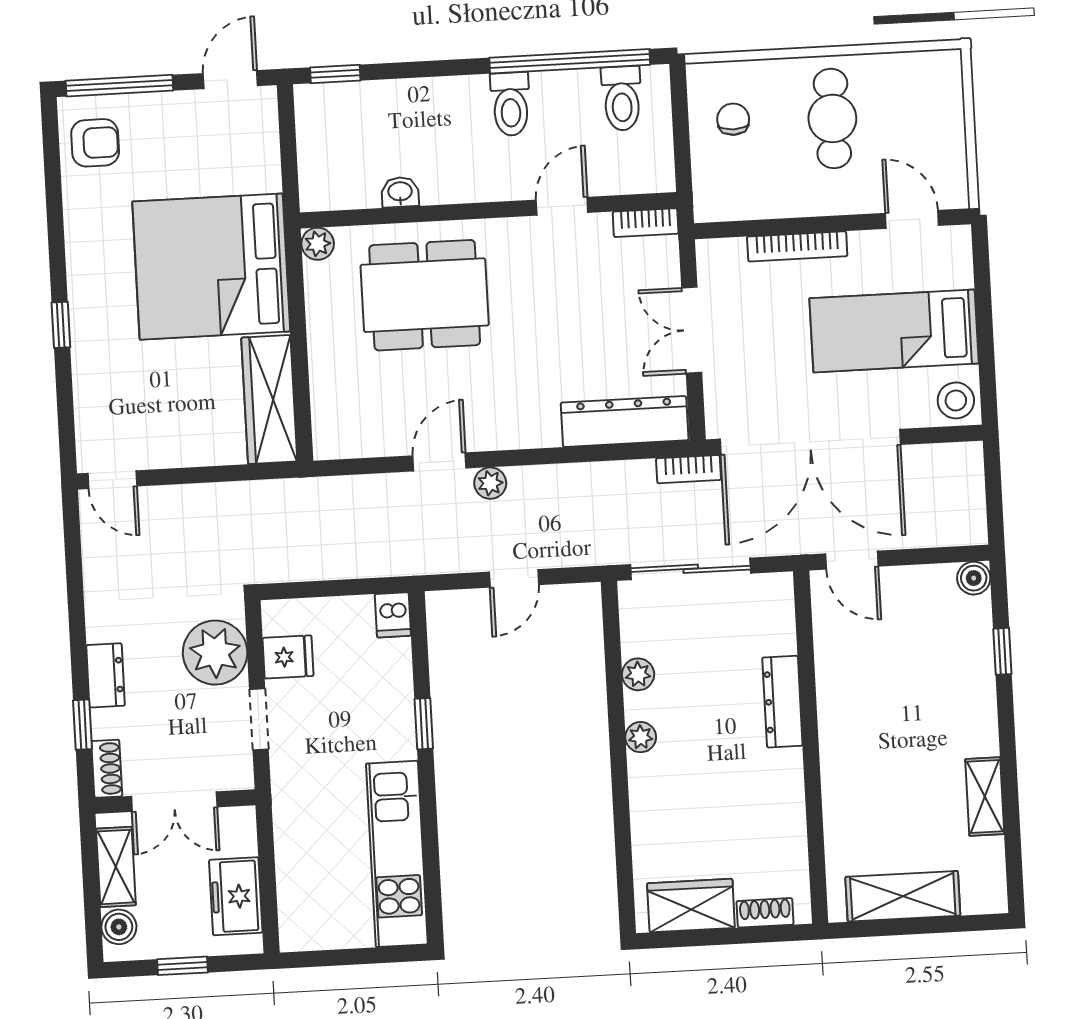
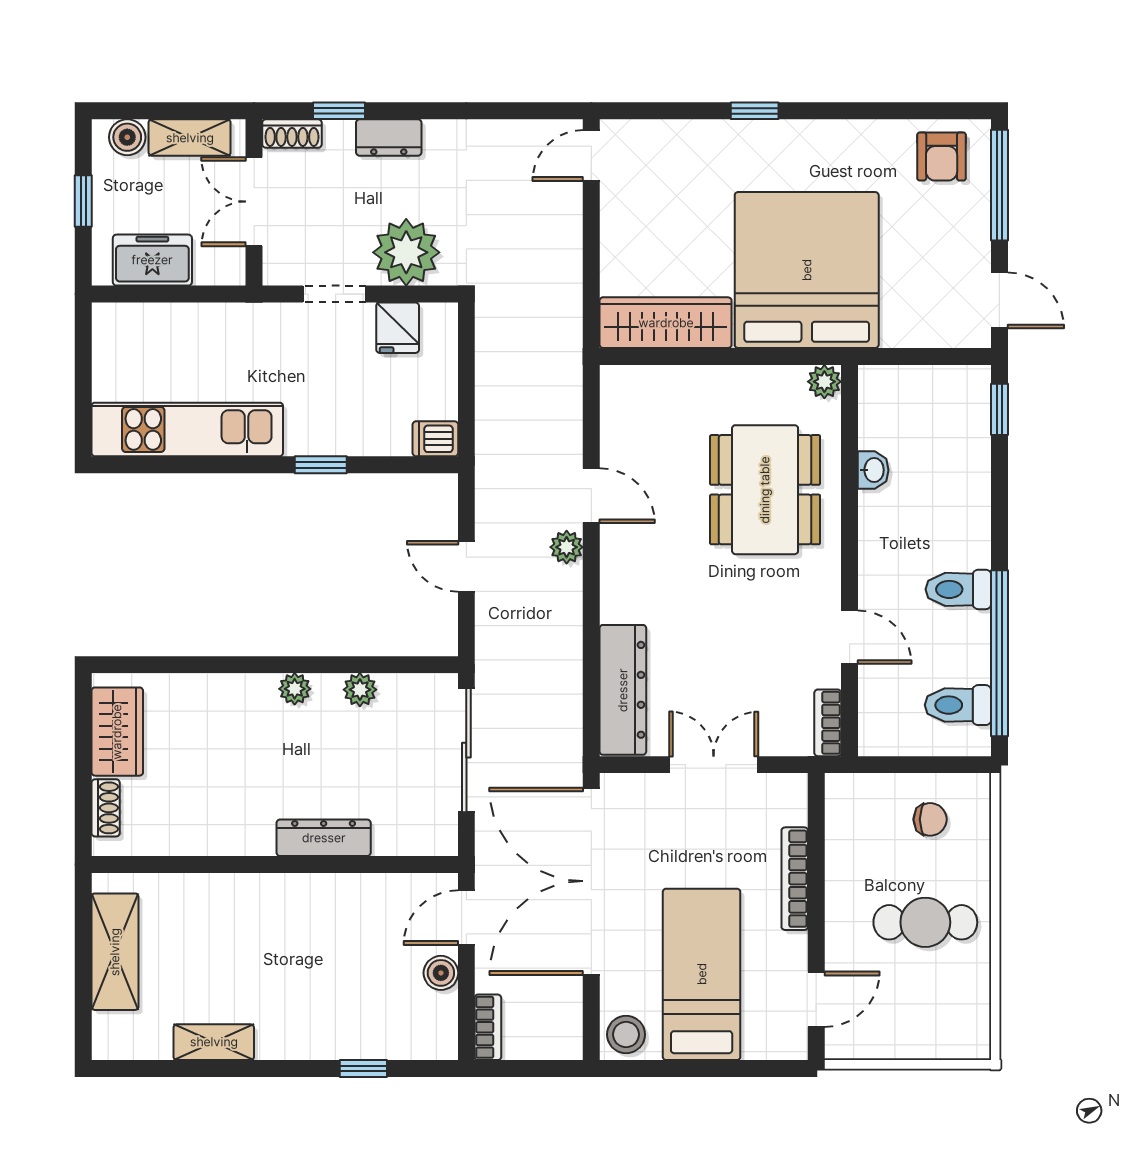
bookcase: (689, 469) -> (488, 1027), moved, turned 180
boiler: (974, 578) -> (441, 973), moved

